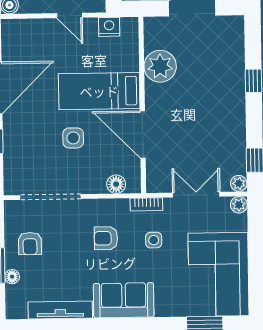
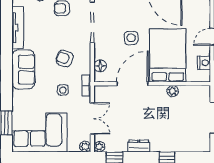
plant: (160, 66) -> (173, 91), width x0.53, depth x0.53
bed: (99, 91) -> (168, 56), width x1.50
dresser: (237, 124) -> (139, 146), added
armchair: (106, 238) -> (65, 59), turned -69

